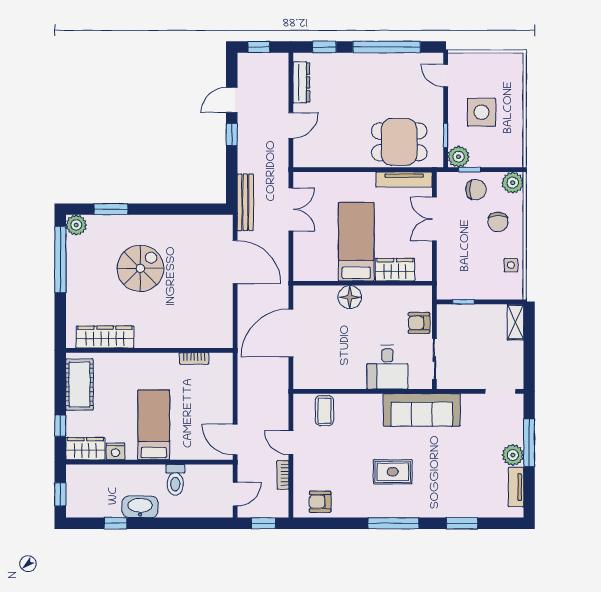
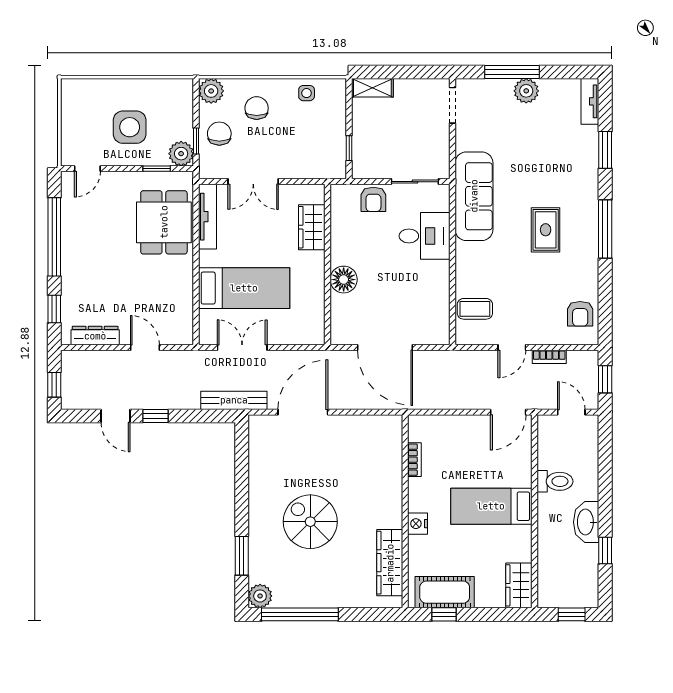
chair: (498, 222) -> (257, 108), turned -90
bed: (356, 242) -> (244, 288), moved, turned 180
window: (60, 426) -> (444, 614), moved
nightstand: (115, 451) -> (417, 524), moved, turned 180
tv unit: (516, 487) -> (590, 101), moved, turned 90

